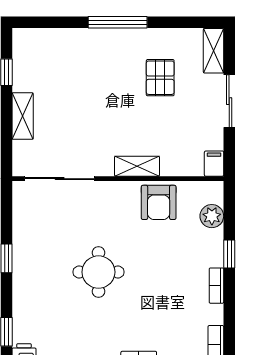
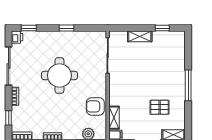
shelving: (137, 166) -> (114, 118), moved
round table: (98, 272) -> (59, 75), width x1.36, depth x1.36

